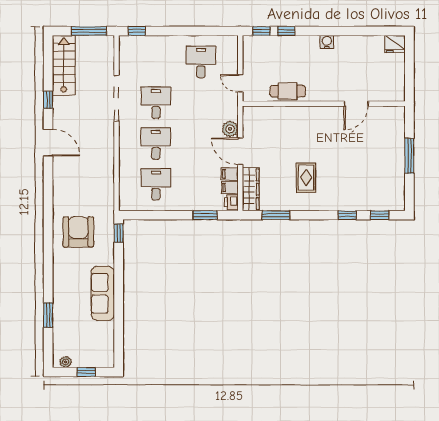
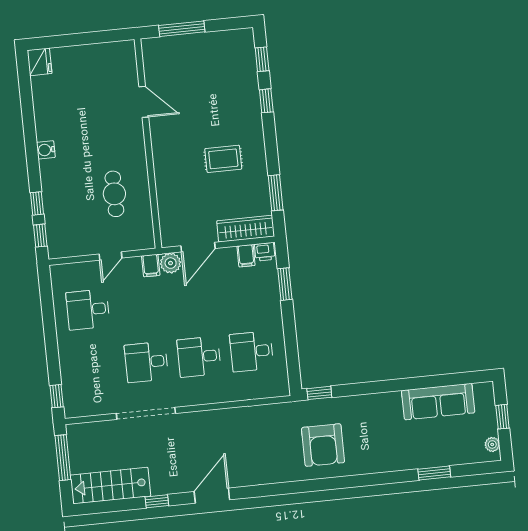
wall: (324, 104) -> (148, 144), moved
door: (356, 104) -> (144, 102), moved
filing cabinet: (230, 174) -> (151, 266), moved
armchair: (78, 232) -> (323, 445), turned -90
sofa: (103, 293) -> (438, 402), moved

